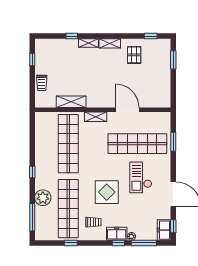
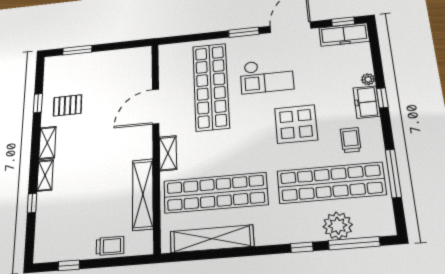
window: (151, 36) -> (38, 103), moved
shelving: (71, 102) -> (143, 194), width x1.47
shelving: (41, 141) -> (212, 239), added
window: (173, 142) -> (244, 32), moved
window: (32, 172) -> (302, 247), moved
plant: (43, 198) -> (338, 226), moved
freezer: (164, 230) -> (344, 35), width x1.40
window: (71, 243) -> (393, 173), width x2.17
window: (144, 243) -> (377, 60), removed

